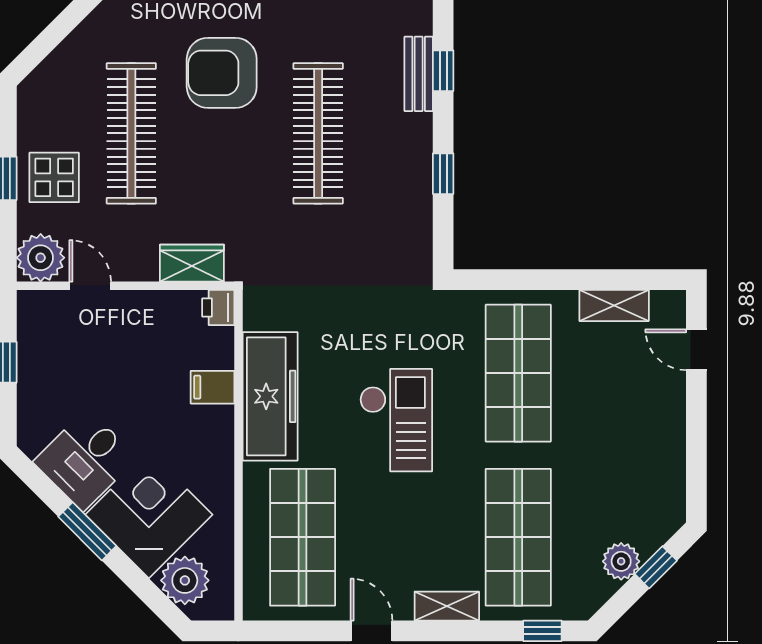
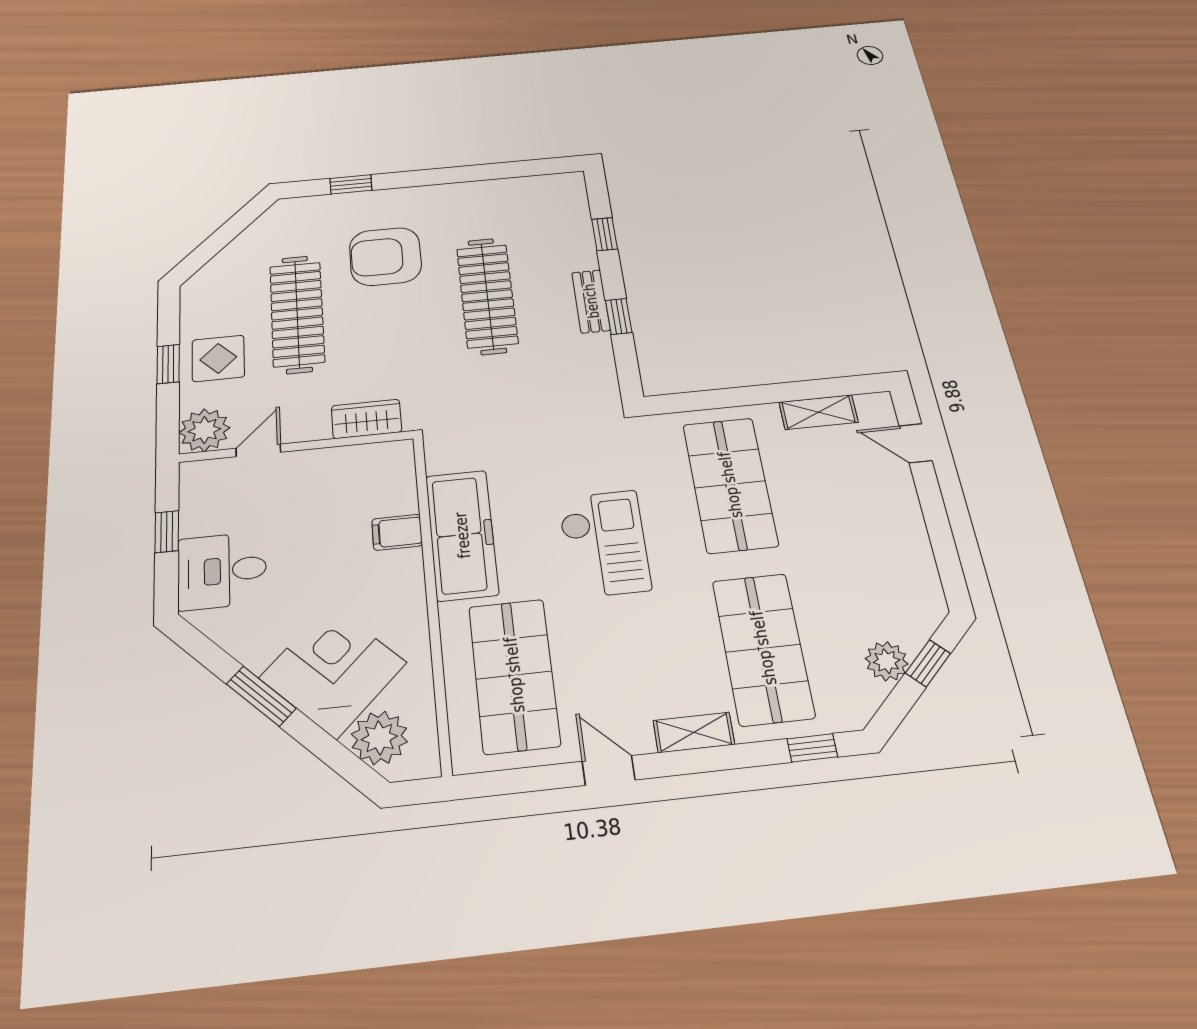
bench: (419, 74) -> (591, 301), moved
door: (90, 286) -> (258, 450), hinge flipped
printer: (218, 308) -> (398, 456), removed
desk: (85, 460) -> (222, 571), moved, turned 45

